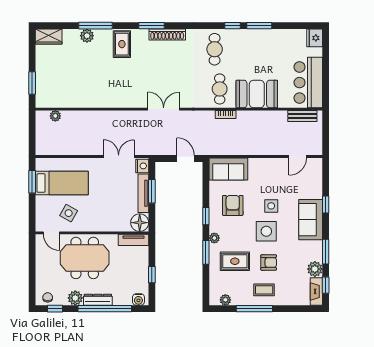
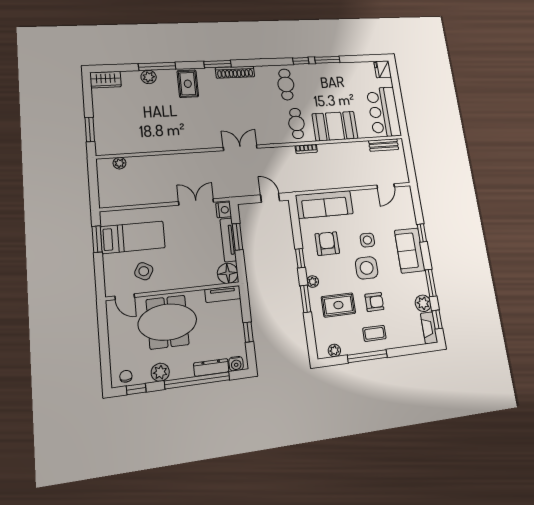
sofa: (228, 169) -> (324, 204), width x1.36
dresser: (98, 300) -> (211, 367), moved

